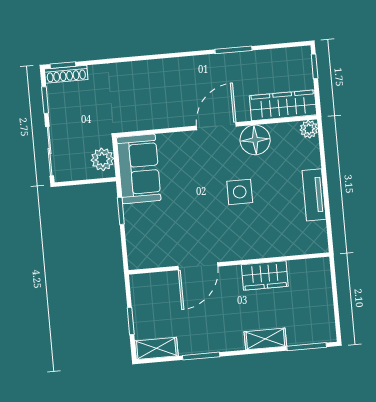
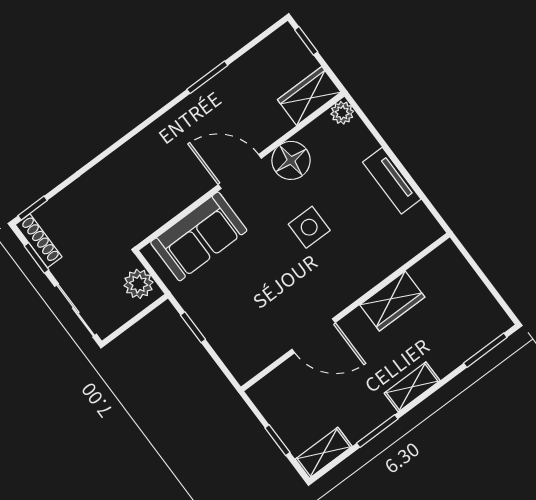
shoe rack: (66, 74) -> (39, 241), moved, turned -90
wardrobe: (283, 105) -> (309, 96), width x0.67
door: (216, 126) -> (240, 171), hinge flipped
sofa: (139, 169) -> (199, 236), moved, turned 90
door: (198, 266) -> (314, 336), hinge flipped
shelving: (265, 339) -> (412, 387), moved

